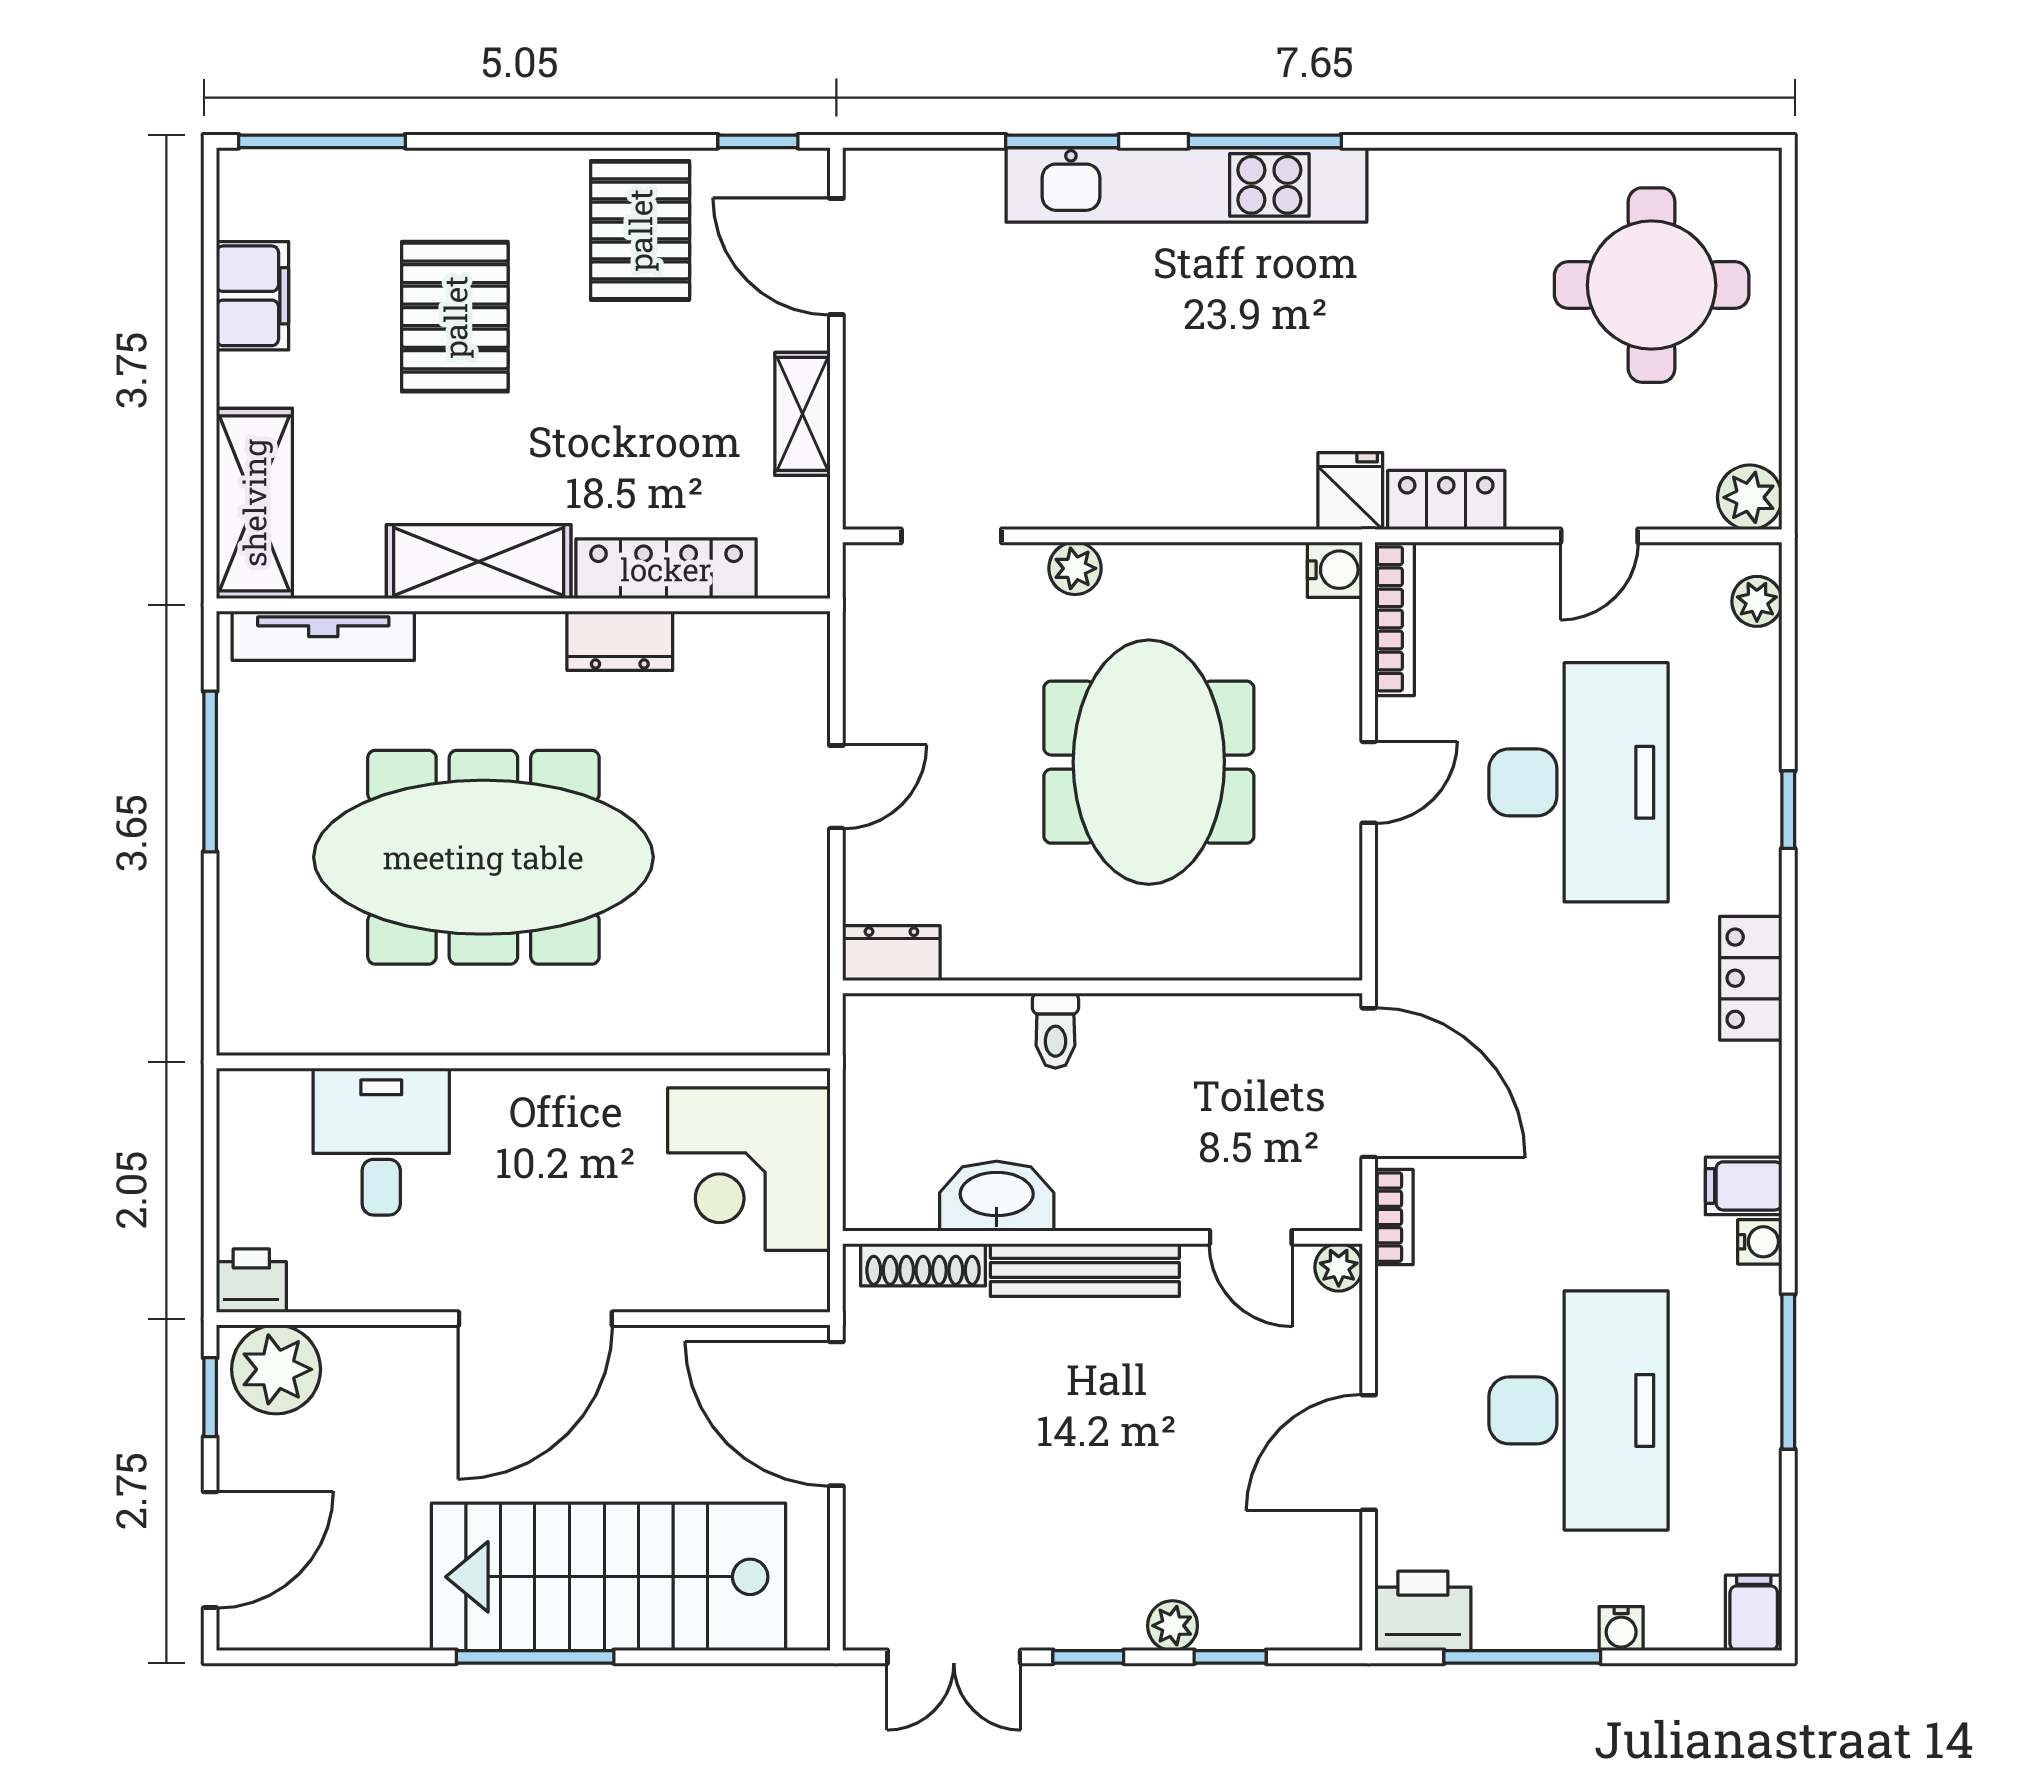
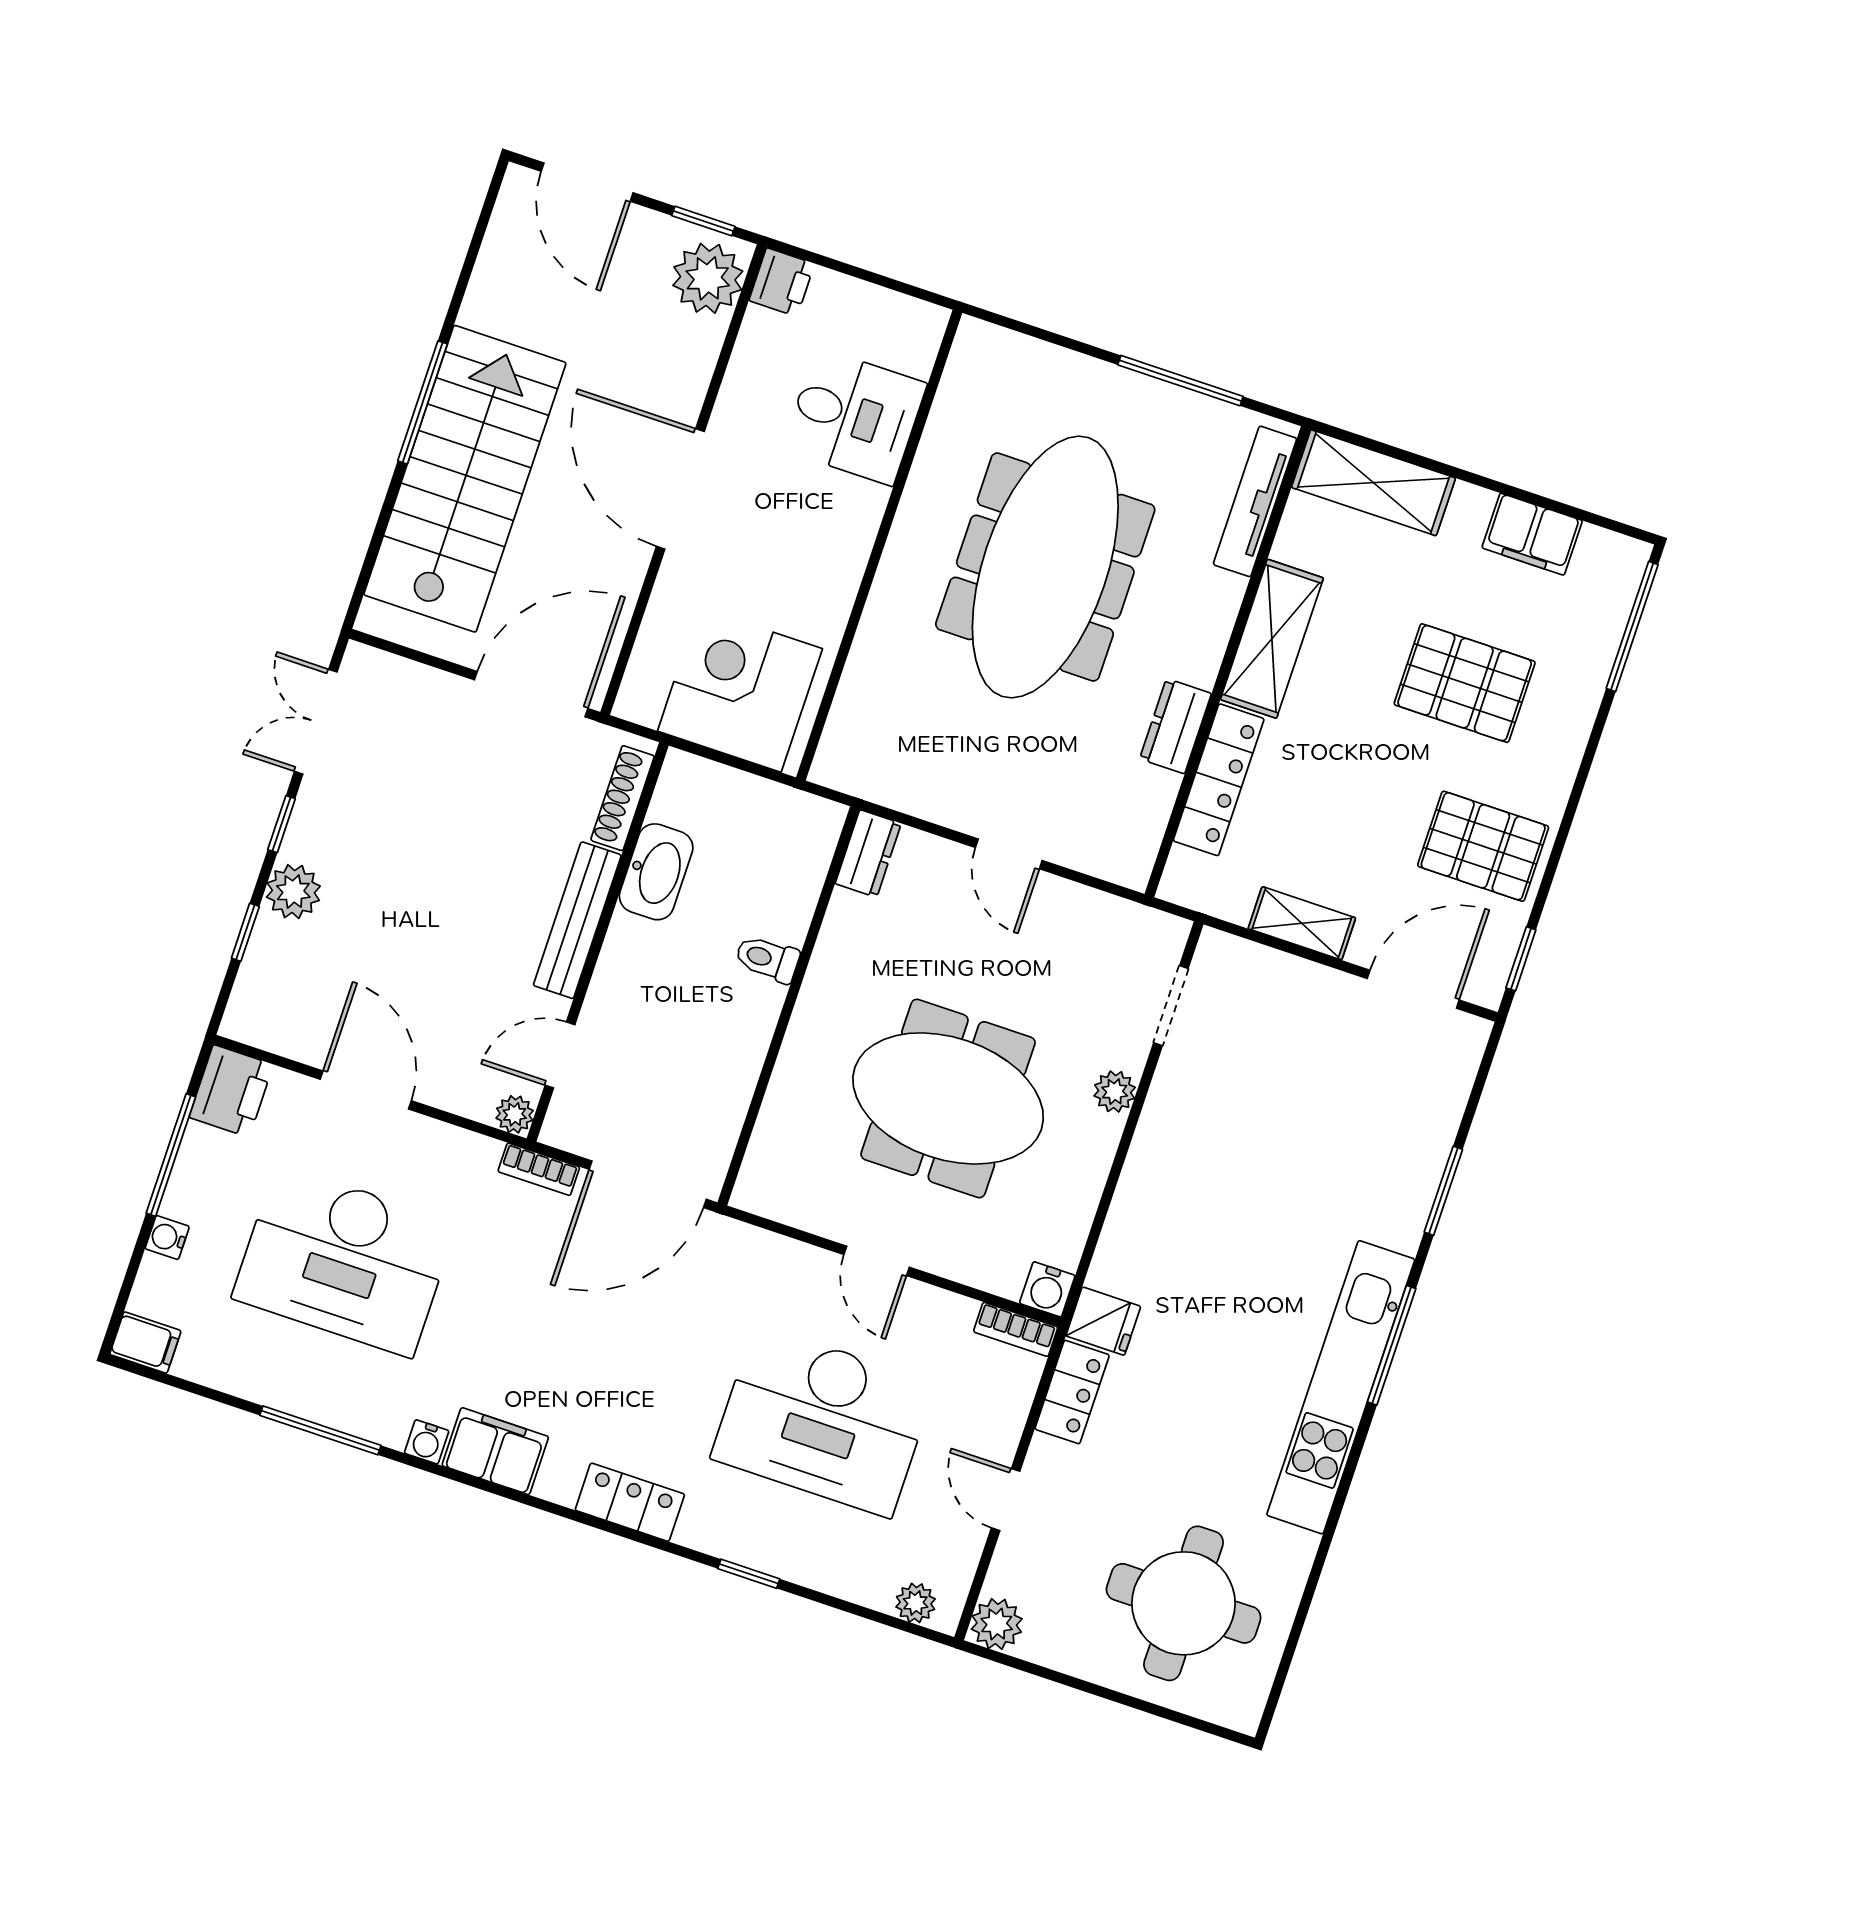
kitchen unit: (1186, 185) -> (1341, 1387), moved
bookcase: (1395, 619) -> (1016, 1329), width x0.64
filing cabinet: (1744, 1186) -> (495, 1451), width x2.00
plant: (1173, 1626) -> (293, 892), width x1.38, depth x1.38

